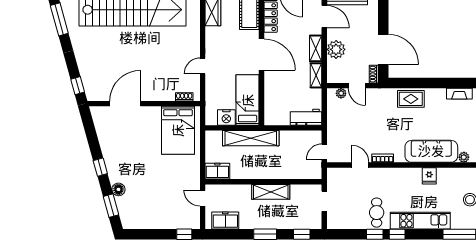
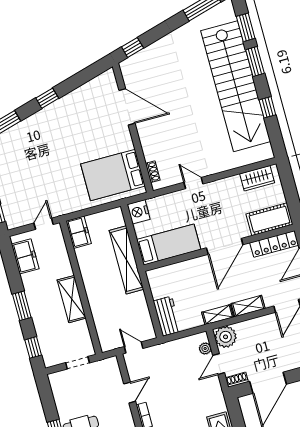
plant: (336, 49) -> (226, 337), moved
nightstand: (226, 117) -> (139, 212), moved
floor lamp: (118, 189) -> (27, 126), removed

